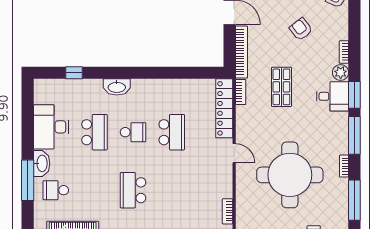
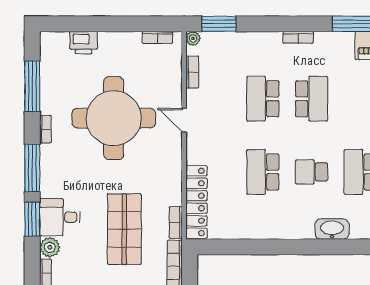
shop shelf: (281, 87) -> (124, 229), width x1.43, depth x1.36
door: (234, 153) -> (184, 120), moved
school desk: (172, 190) -> (263, 99), added

